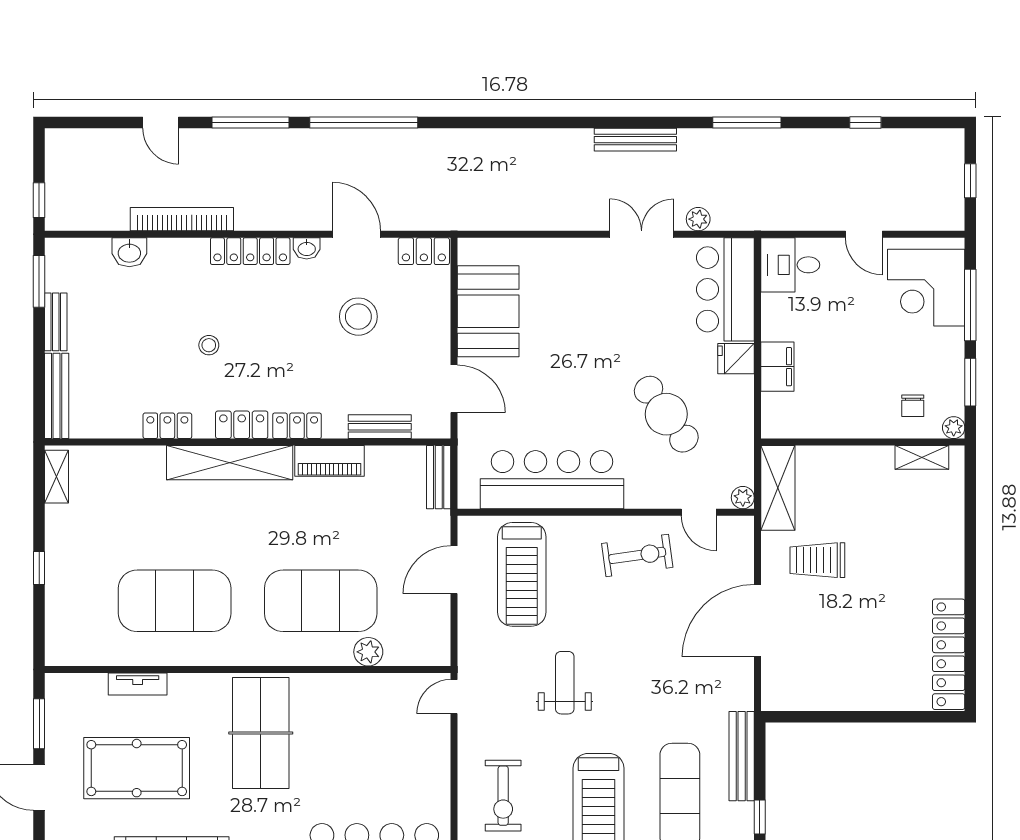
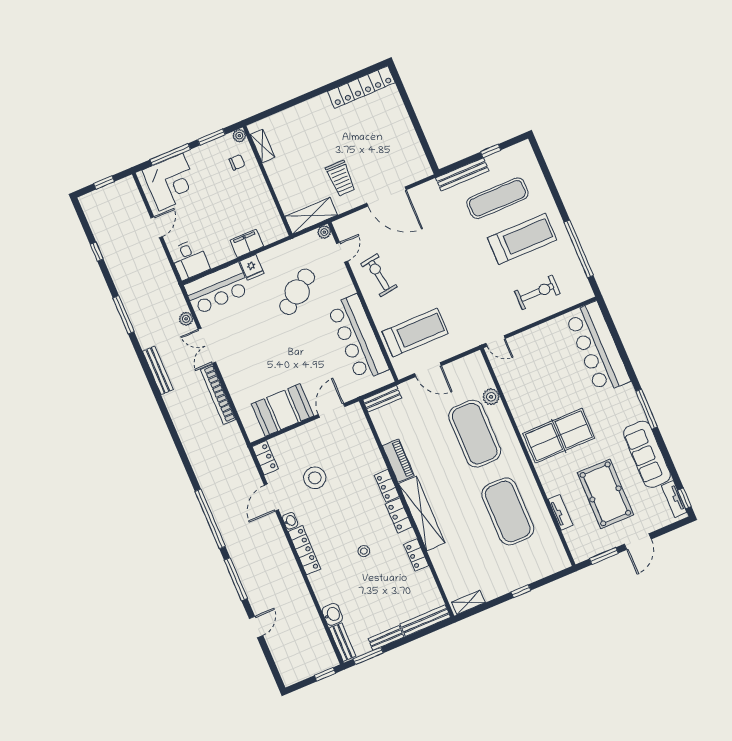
bookcase: (182, 219) -> (218, 394), moved
bench: (380, 427) -> (342, 642), moved
weight bench: (565, 683) -> (463, 285), removed

